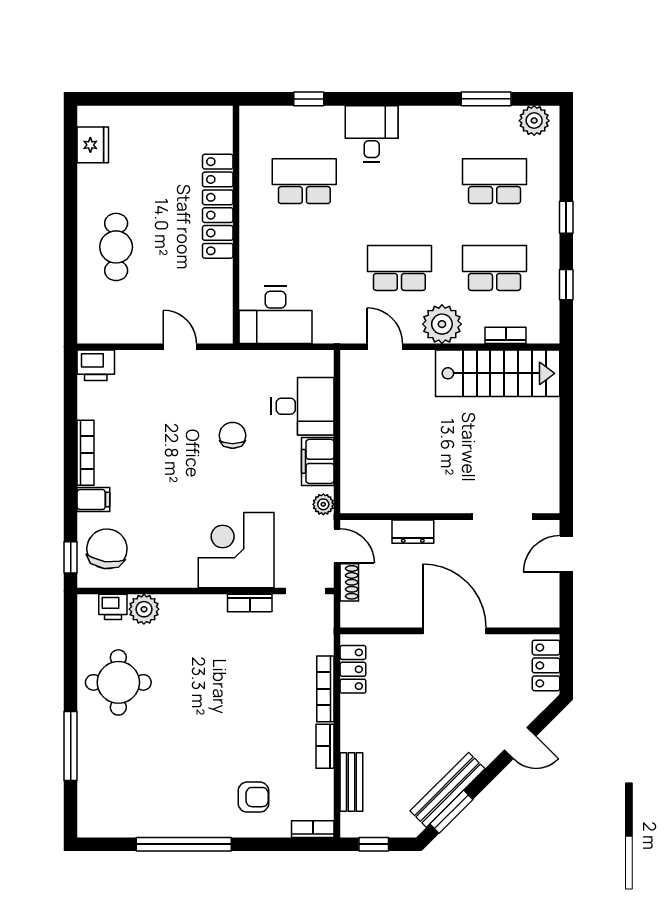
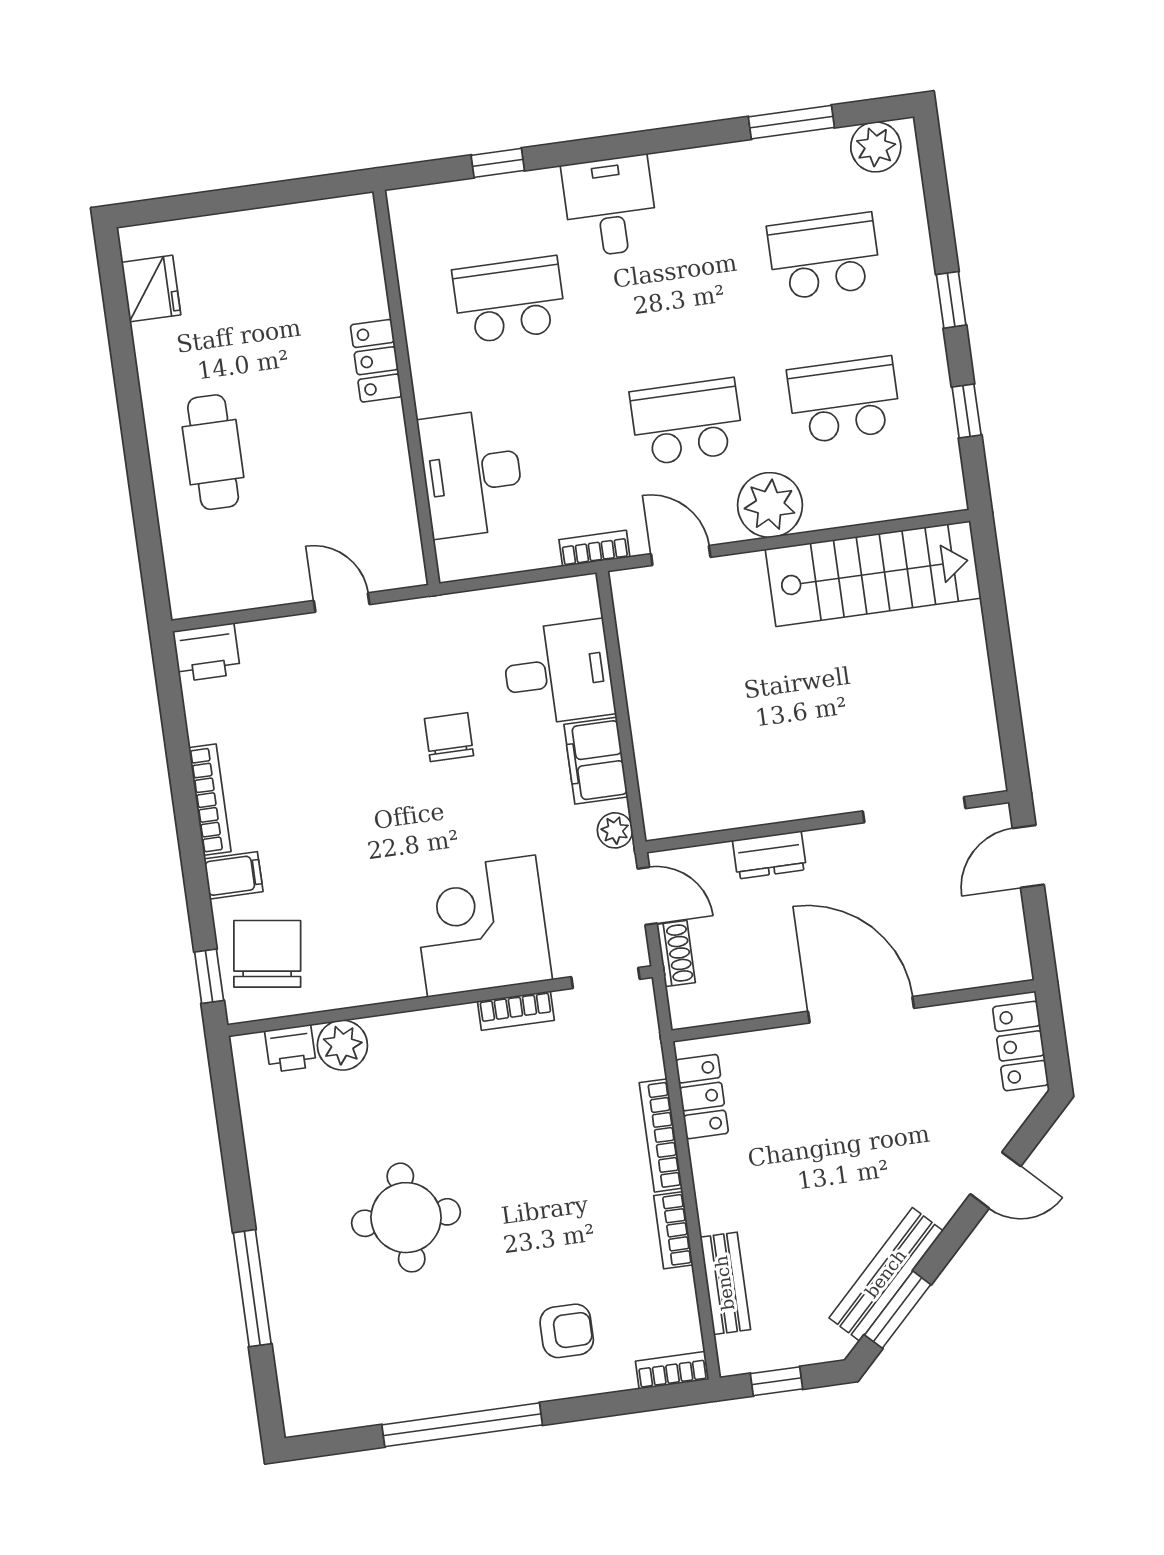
locker: (218, 206) -> (376, 361), width x0.46, depth x0.83
desk: (276, 315) -> (472, 473), moved, turned 90
bookcase: (506, 335) -> (594, 548), moved
round table: (118, 682) -> (406, 1218), moved

